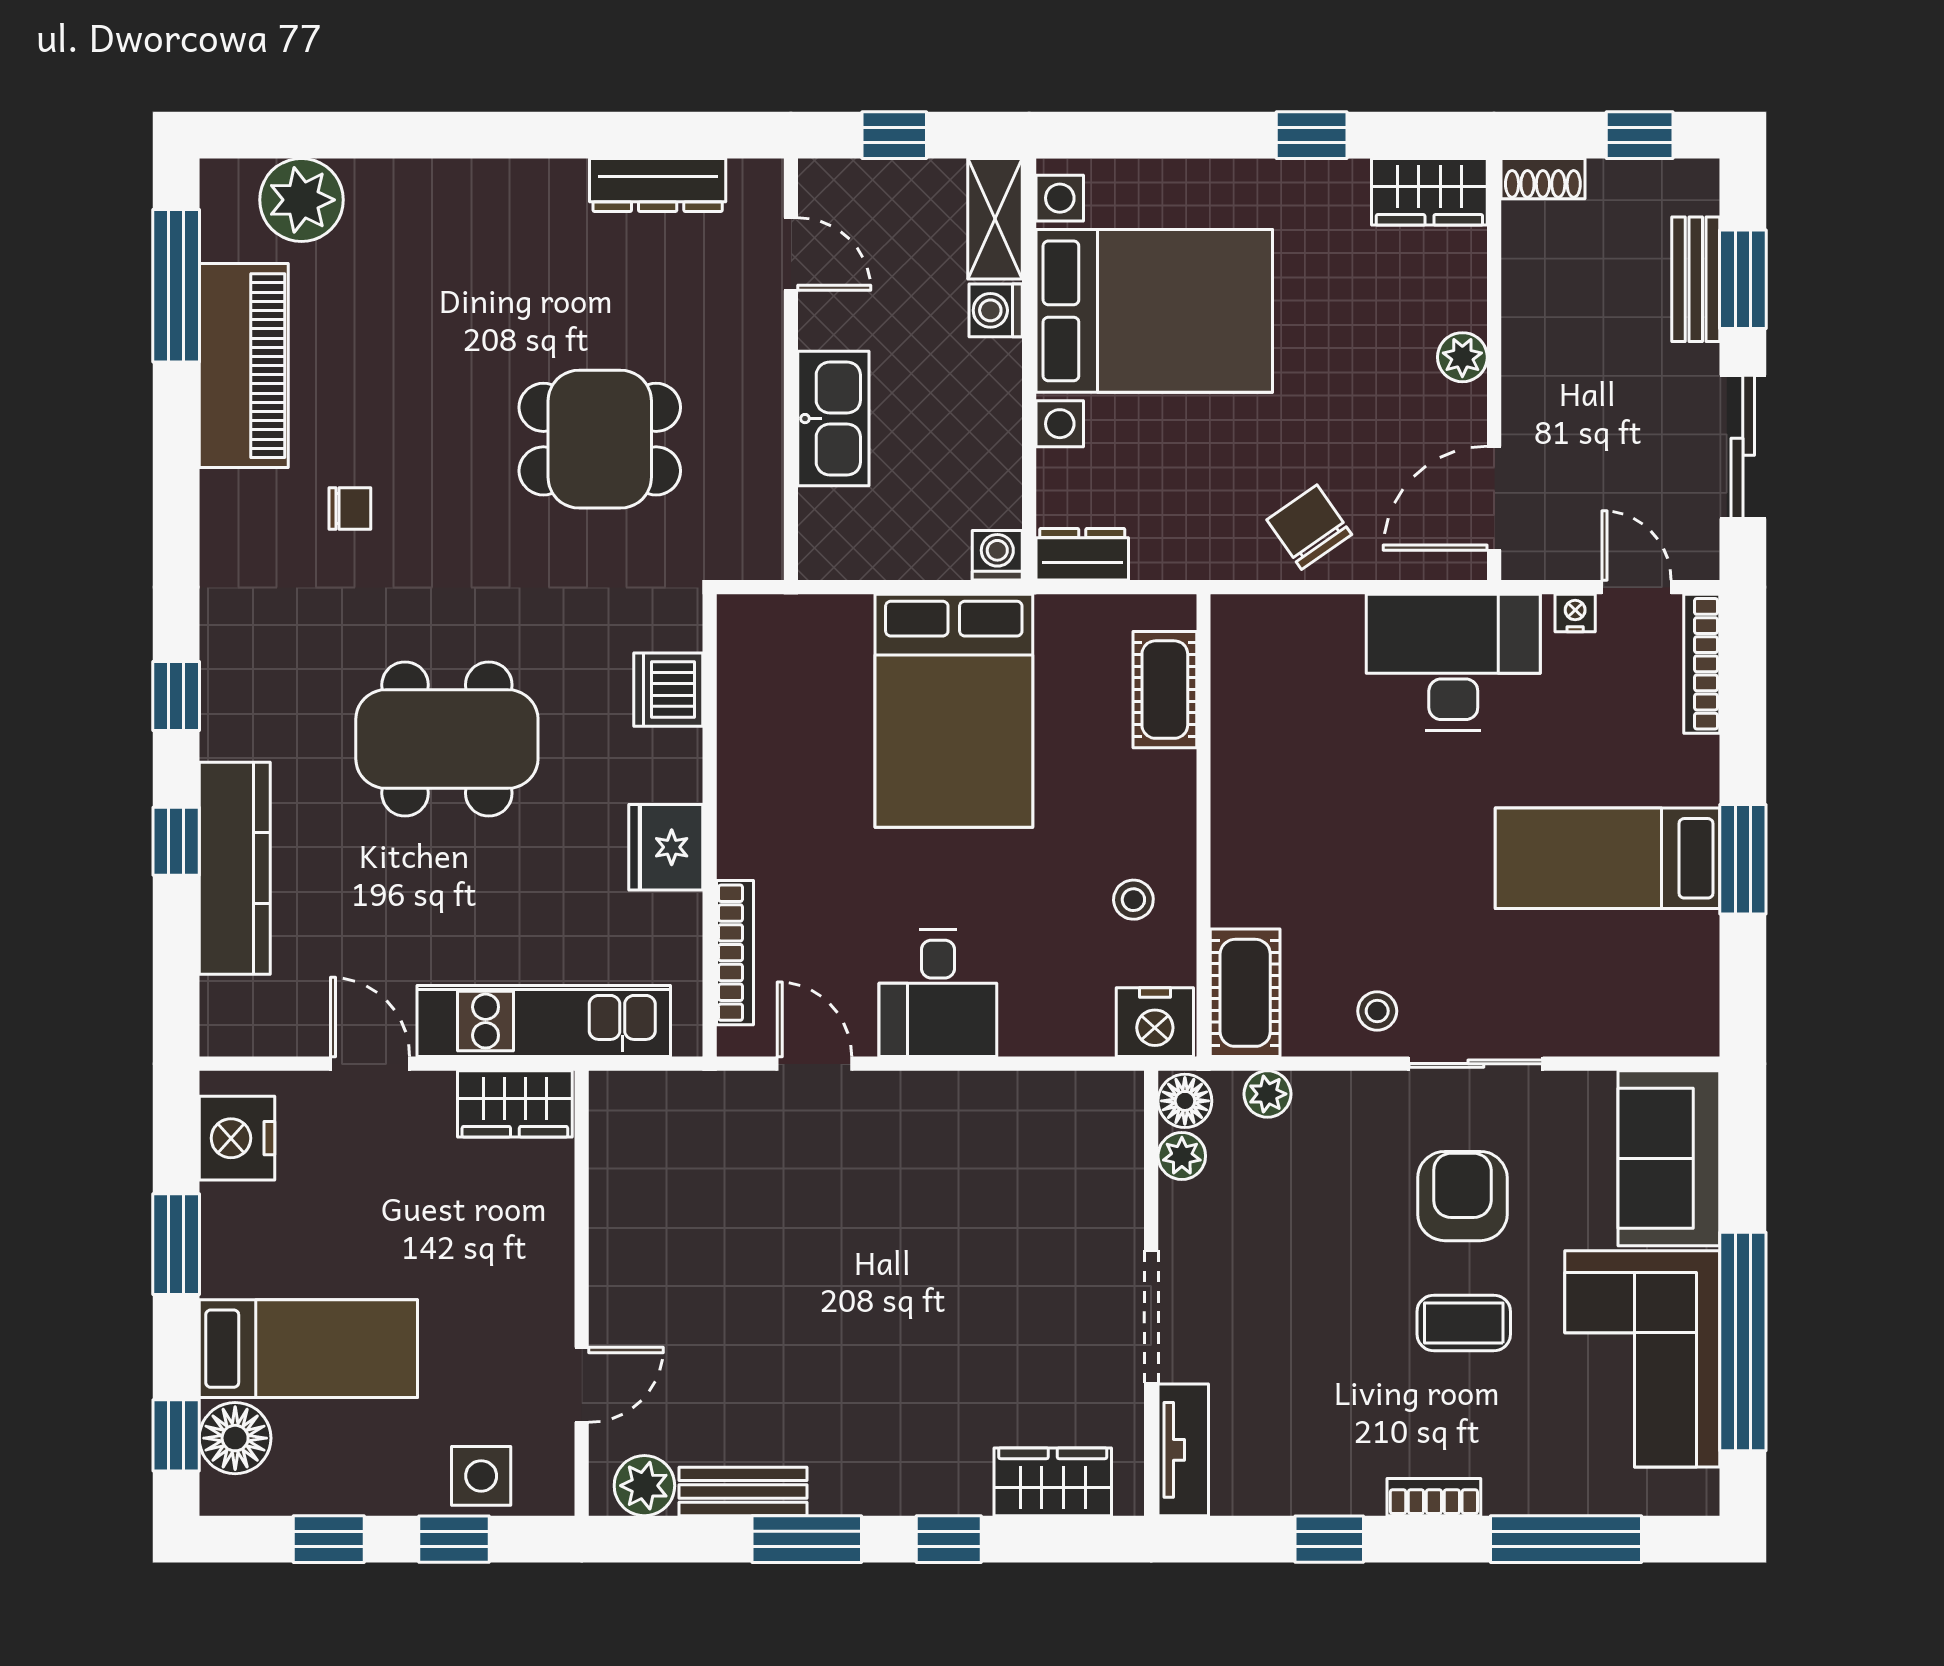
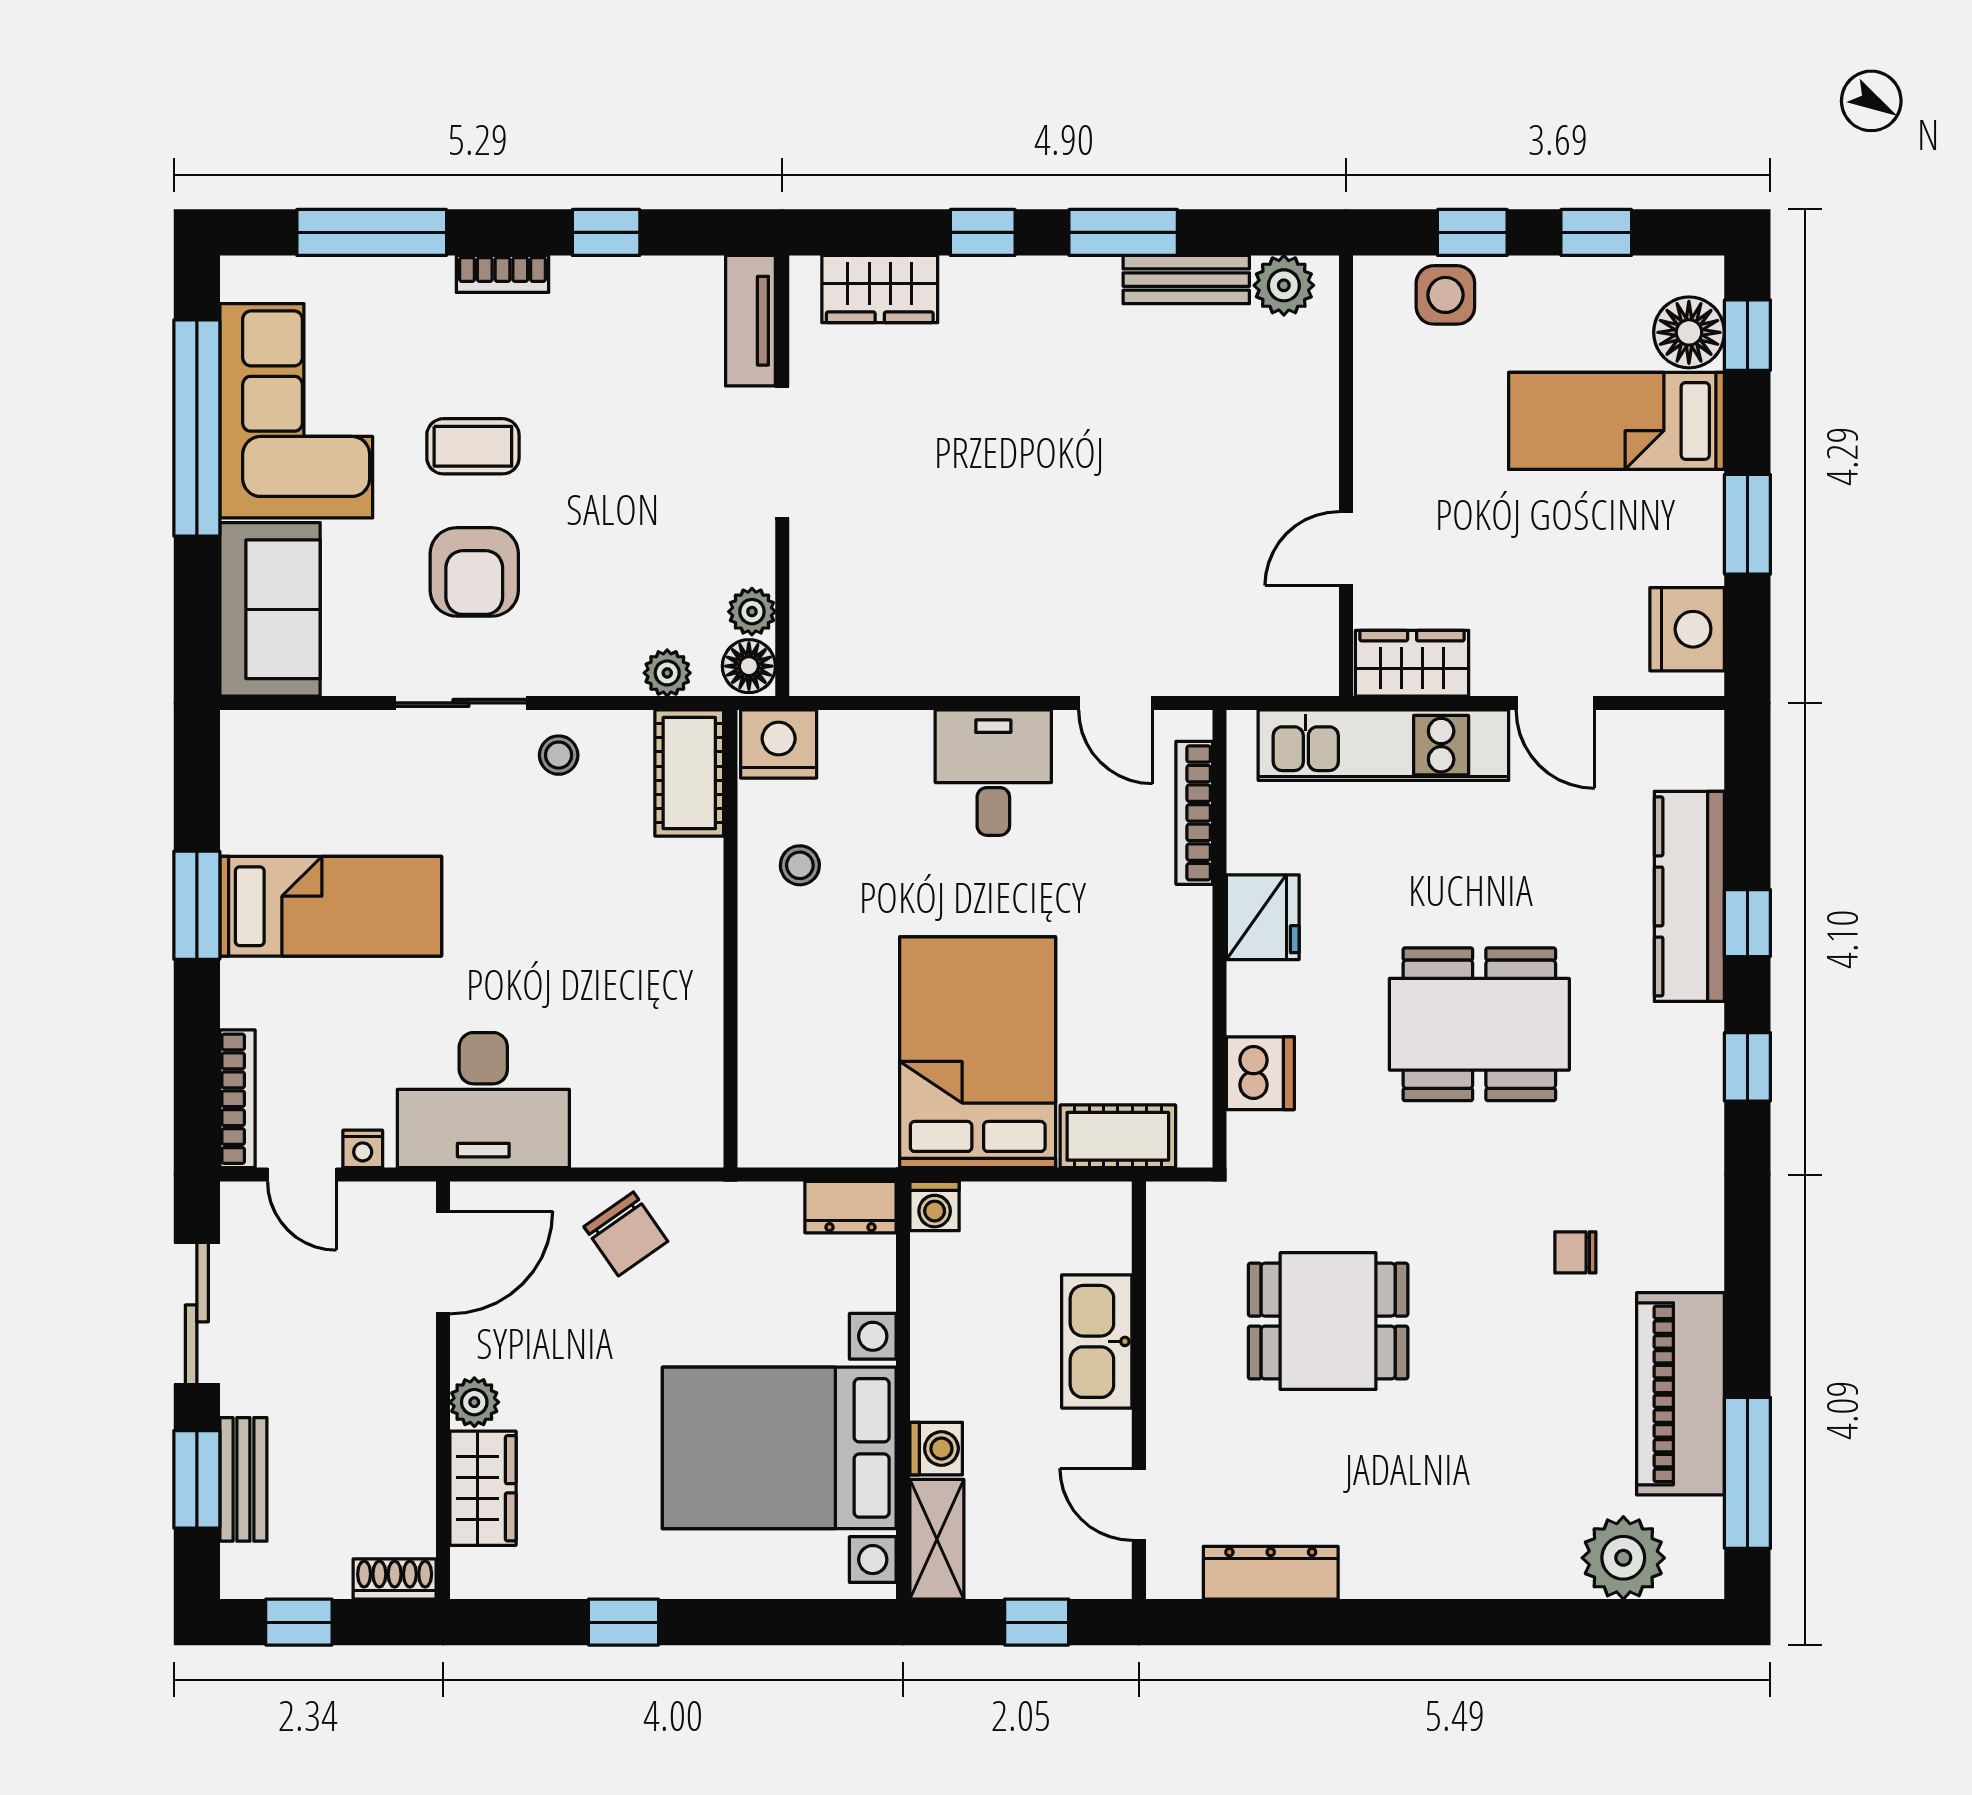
wardrobe: (1429, 192) -> (483, 1488), moved, turned 90
cot: (1165, 690) -> (1118, 1136), moved, turned 90
door: (582, 1385) -> (1346, 549), moved

